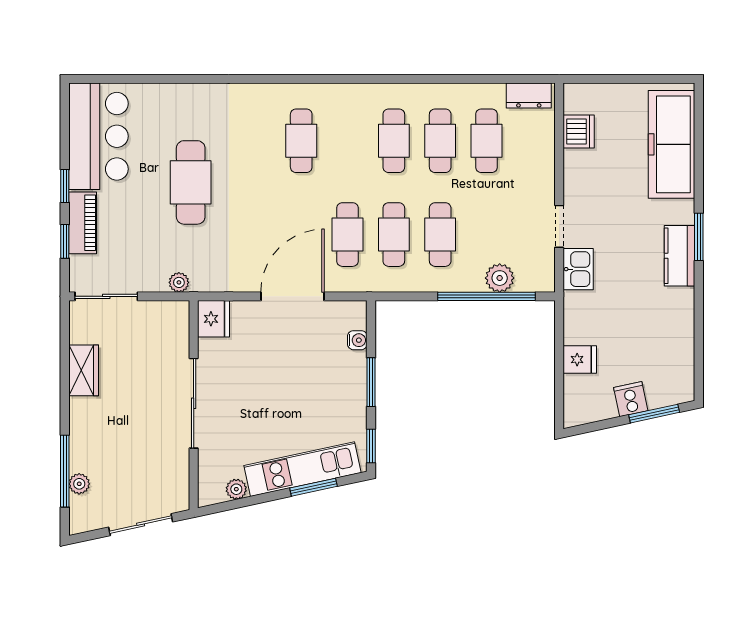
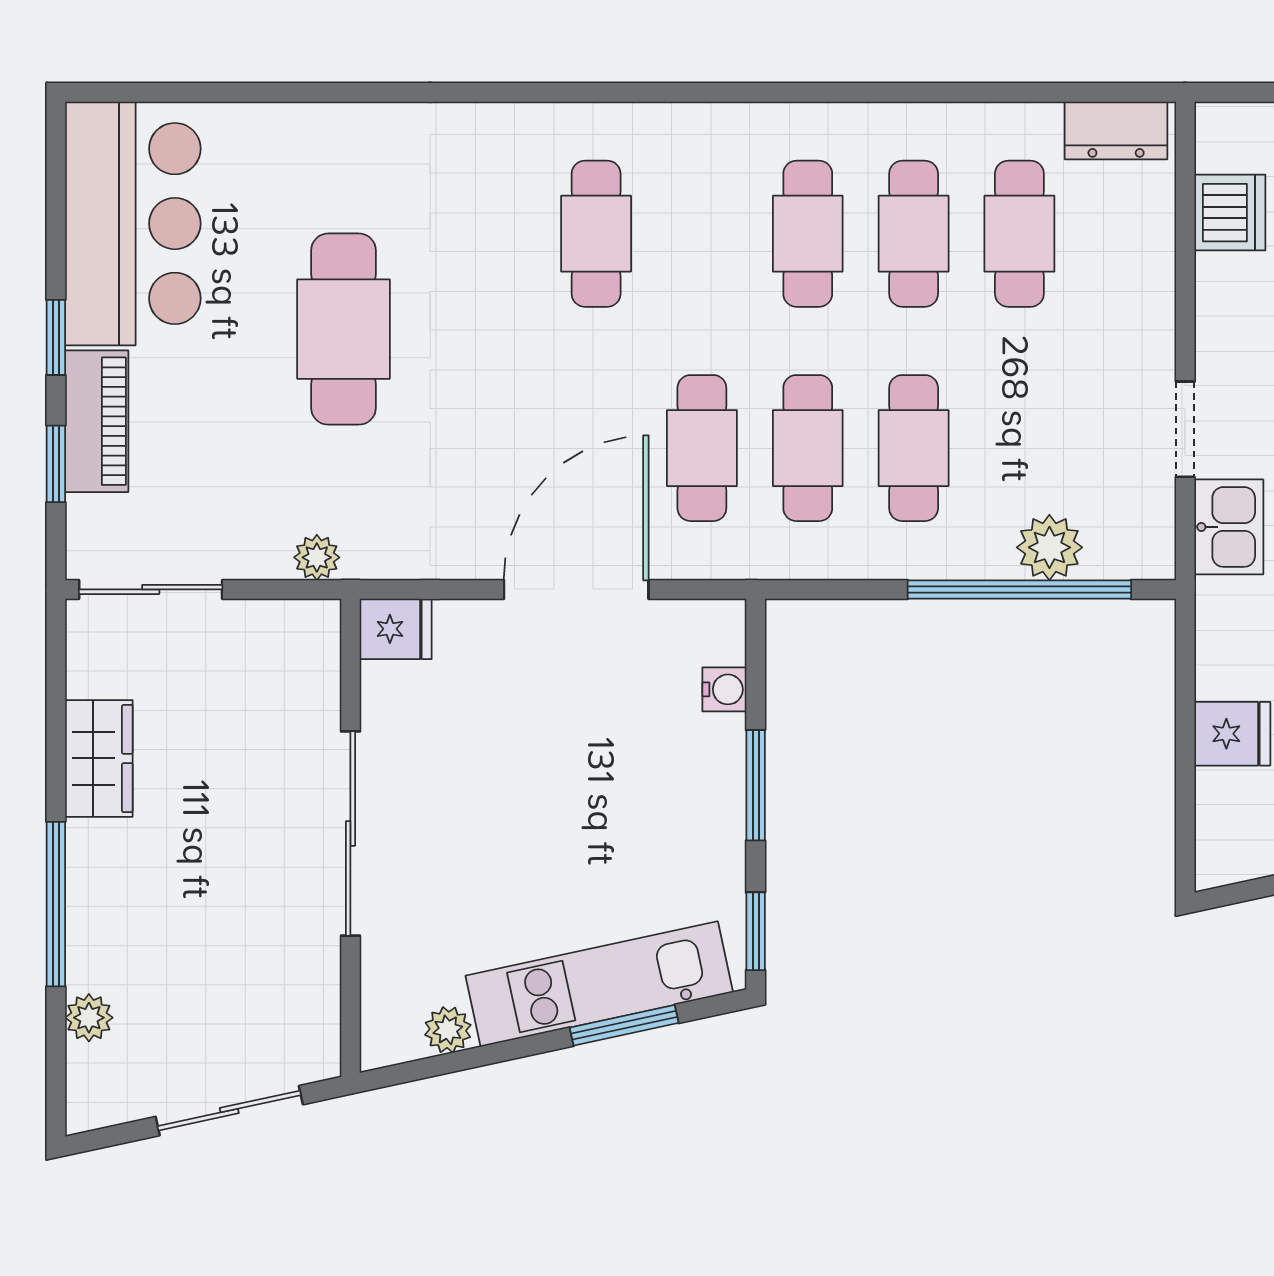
fridge: (213, 319) -> (396, 629), width x0.72
window: (65, 471) -> (56, 904), moved

